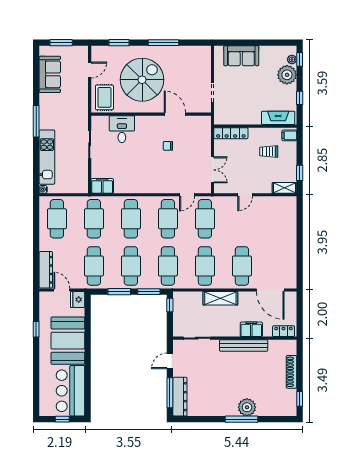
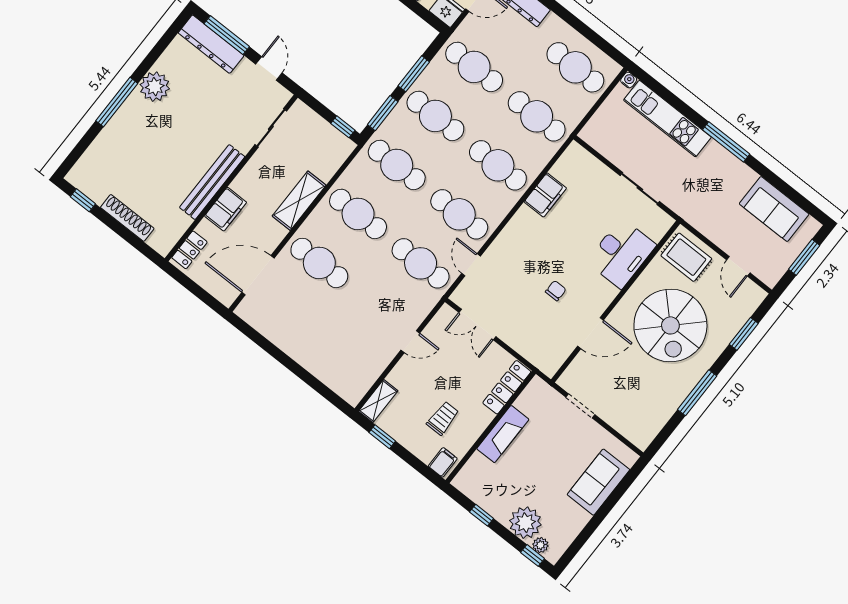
fireplace: (278, 118) -> (503, 434), moved
desk: (122, 129) -> (621, 253), width x1.37
filing cabinet: (102, 186) -> (545, 195), moved
door: (245, 195) -> (410, 342), swing flipped
plant: (247, 407) -> (155, 87), moved

